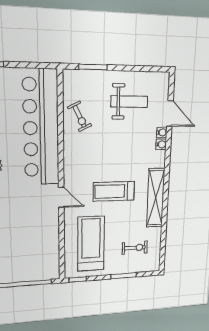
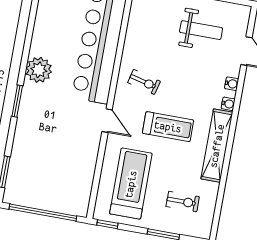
exercise bike: (80, 116) -> (144, 82), moved, turned -50
water cooler: (162, 132) -> (228, 104), moved
treadmill: (114, 191) -> (168, 127), turned 180

